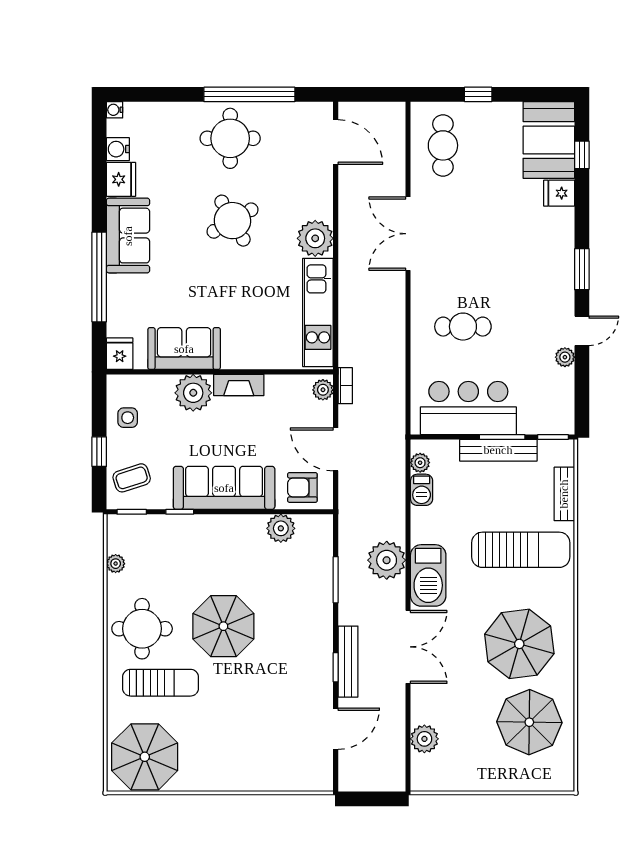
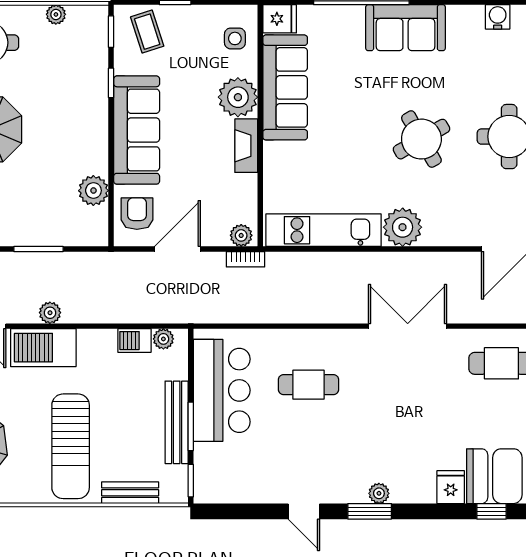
fridge: (121, 179) -> (465, 20), removed
cafe table: (463, 327) -> (308, 385), turned 90
sofa: (184, 349) -> (285, 87), width x1.36
plant: (565, 357) -> (379, 493), moved
side table: (128, 418) -> (235, 38), moved
plant: (387, 560) -> (50, 313), width x0.53, depth x0.53

